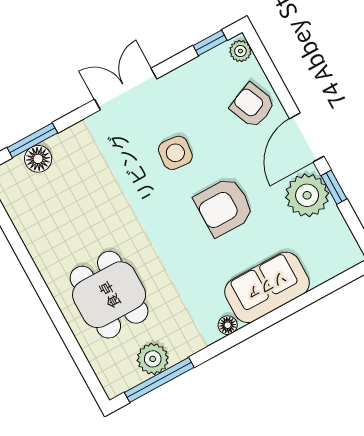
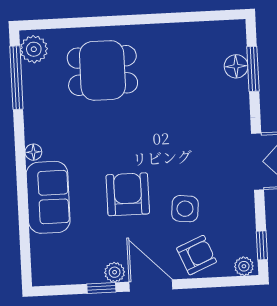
side table: (175, 153) -> (185, 209), moved
plant: (307, 195) -> (115, 272), width x0.53, depth x0.53
plant: (153, 359) -> (34, 49), moved

